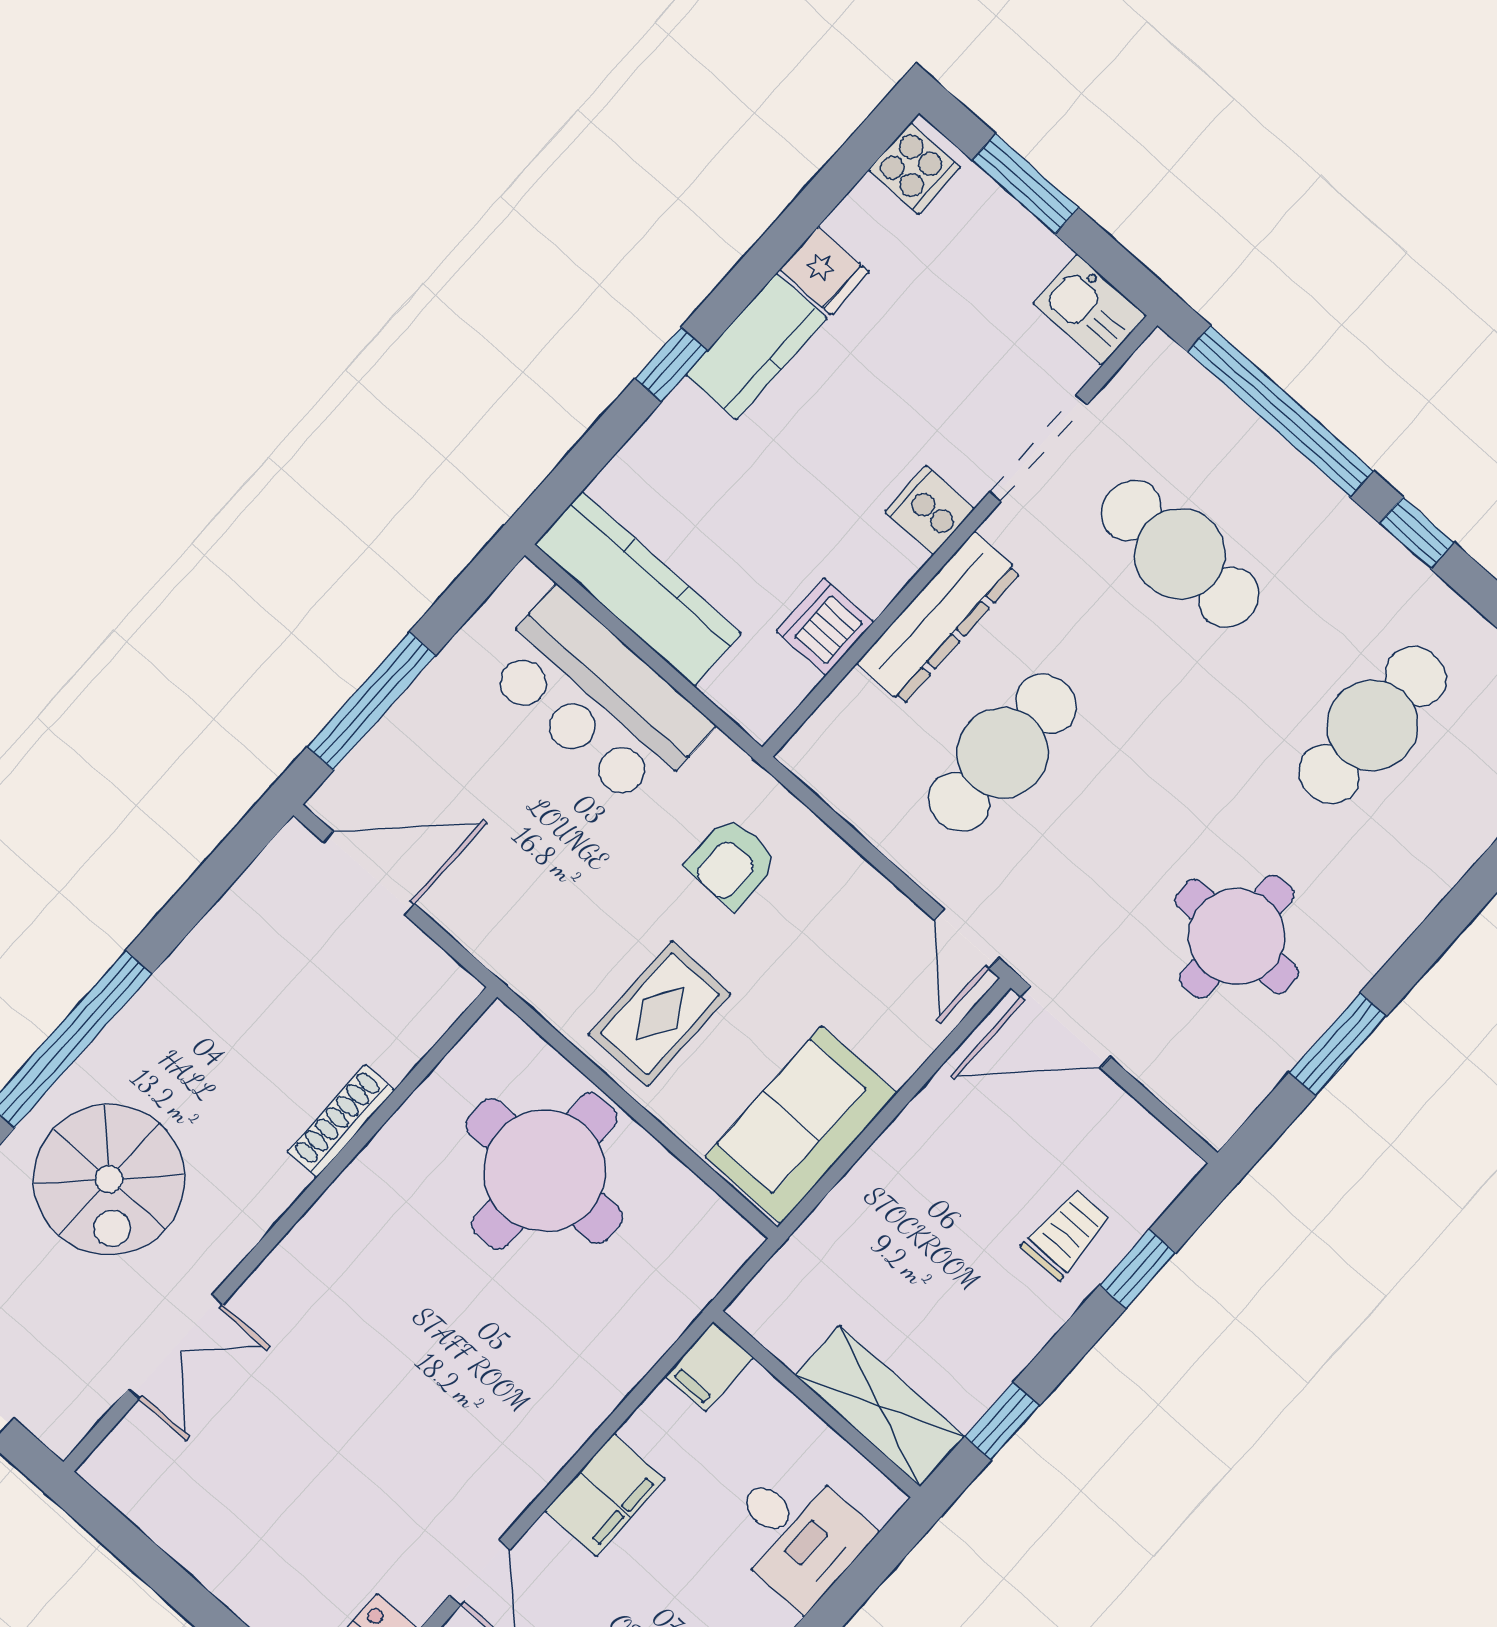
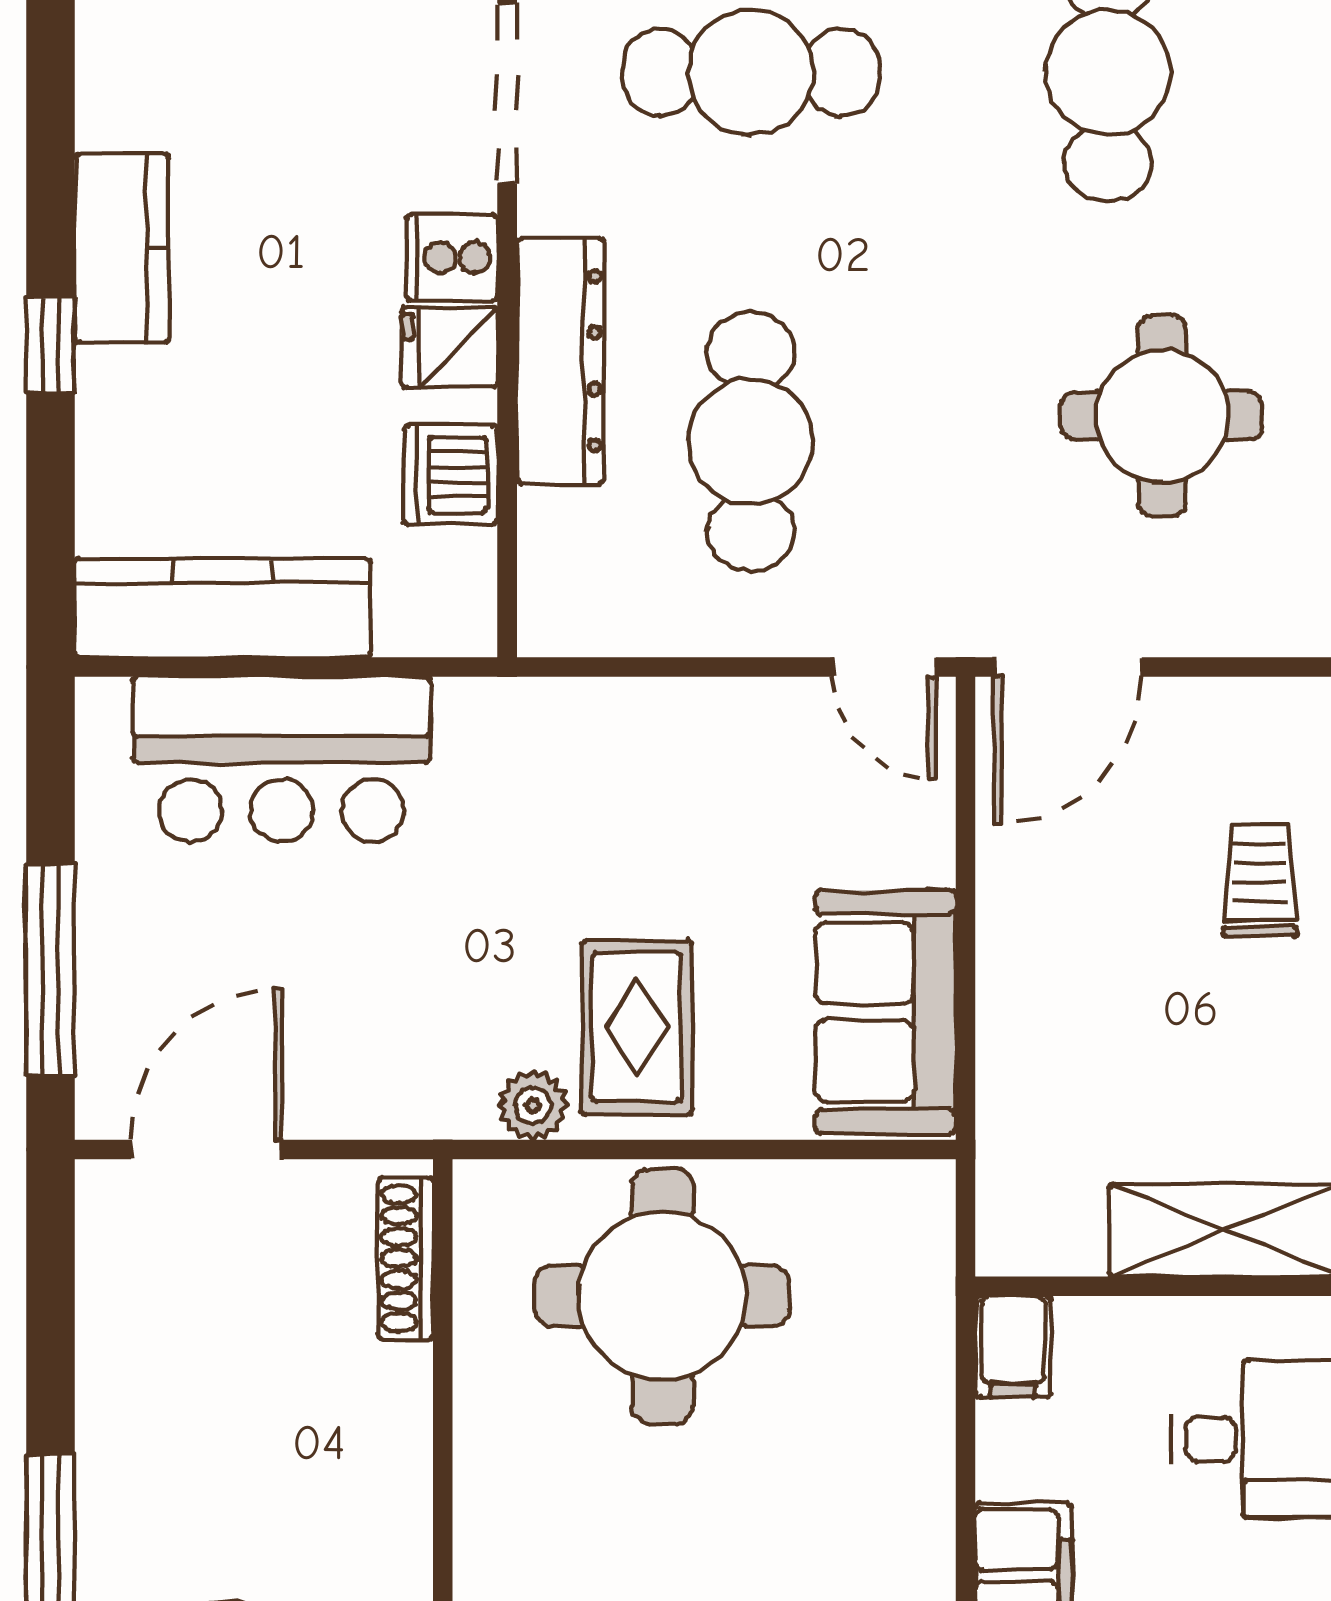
fridge: (824, 271) -> (450, 347), moved, turned 180
armchair: (732, 863) -> (572, 804), removed
plant: (566, 1006) -> (533, 1106), added
shoe rack: (341, 1121) -> (406, 1258), moved

